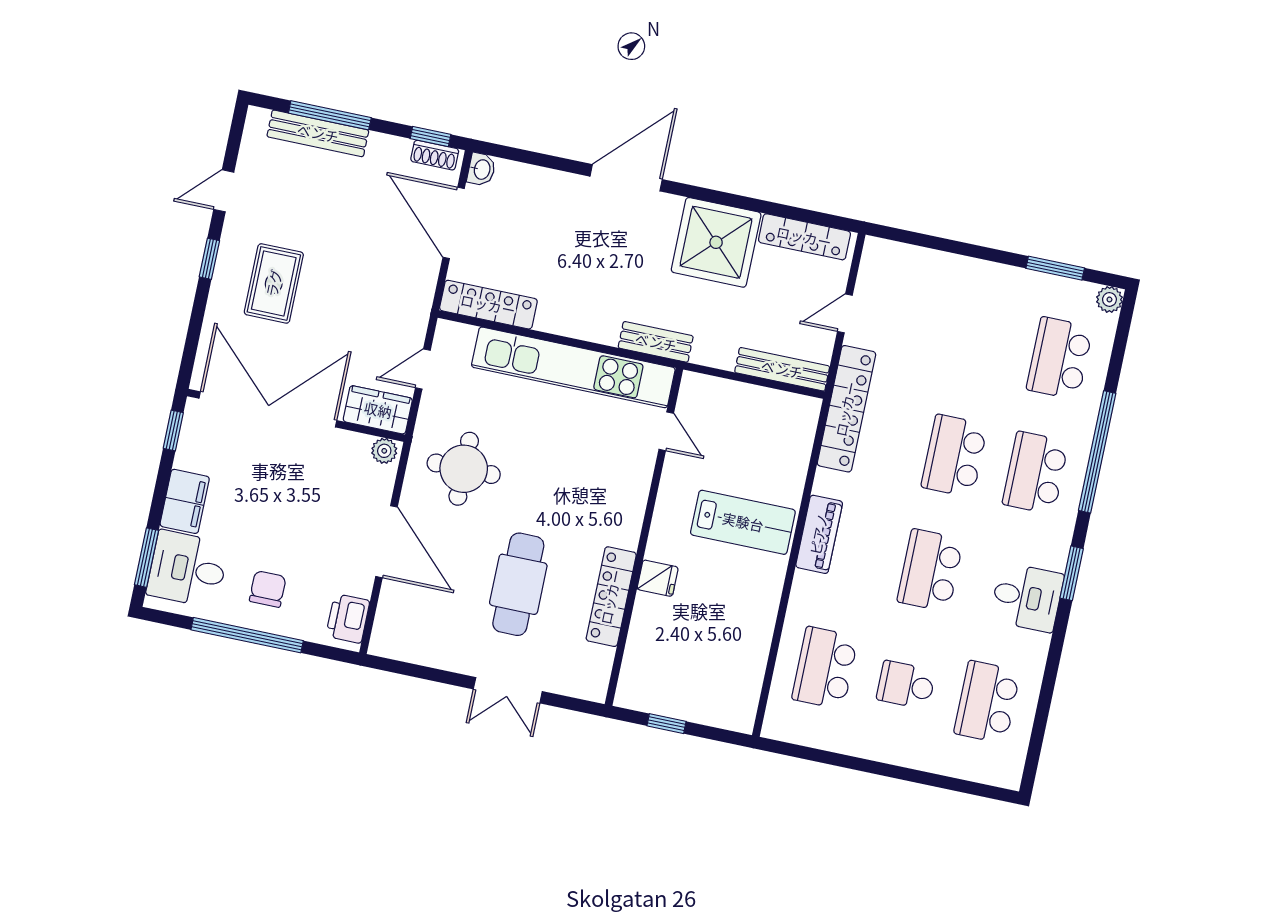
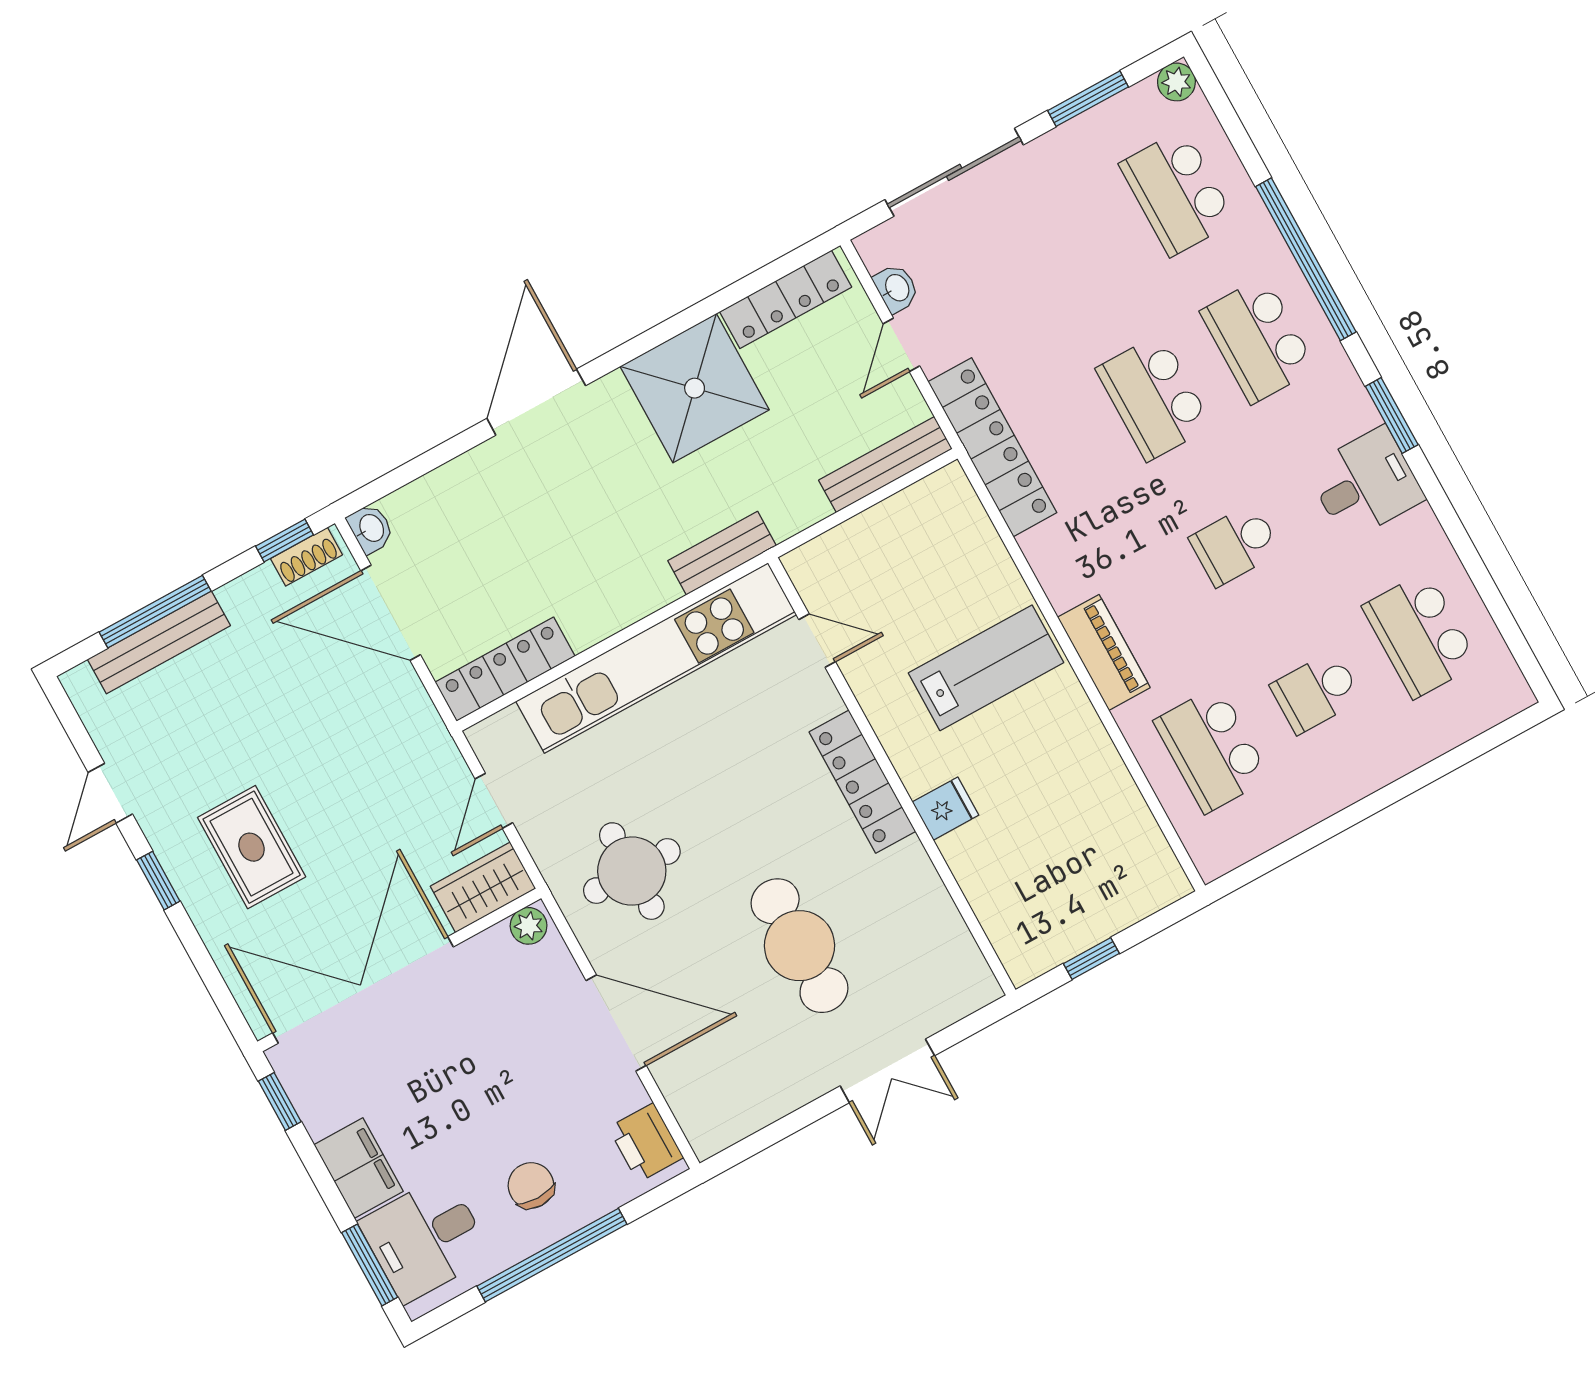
sliding door: (951, 246) -> (954, 172), added
washbasin: (868, 281) -> (896, 288), added
piano: (819, 534) -> (1104, 652), moved
school desk: (930, 570) -> (1235, 545), width x0.54
locker: (611, 597) -> (862, 782), moved

